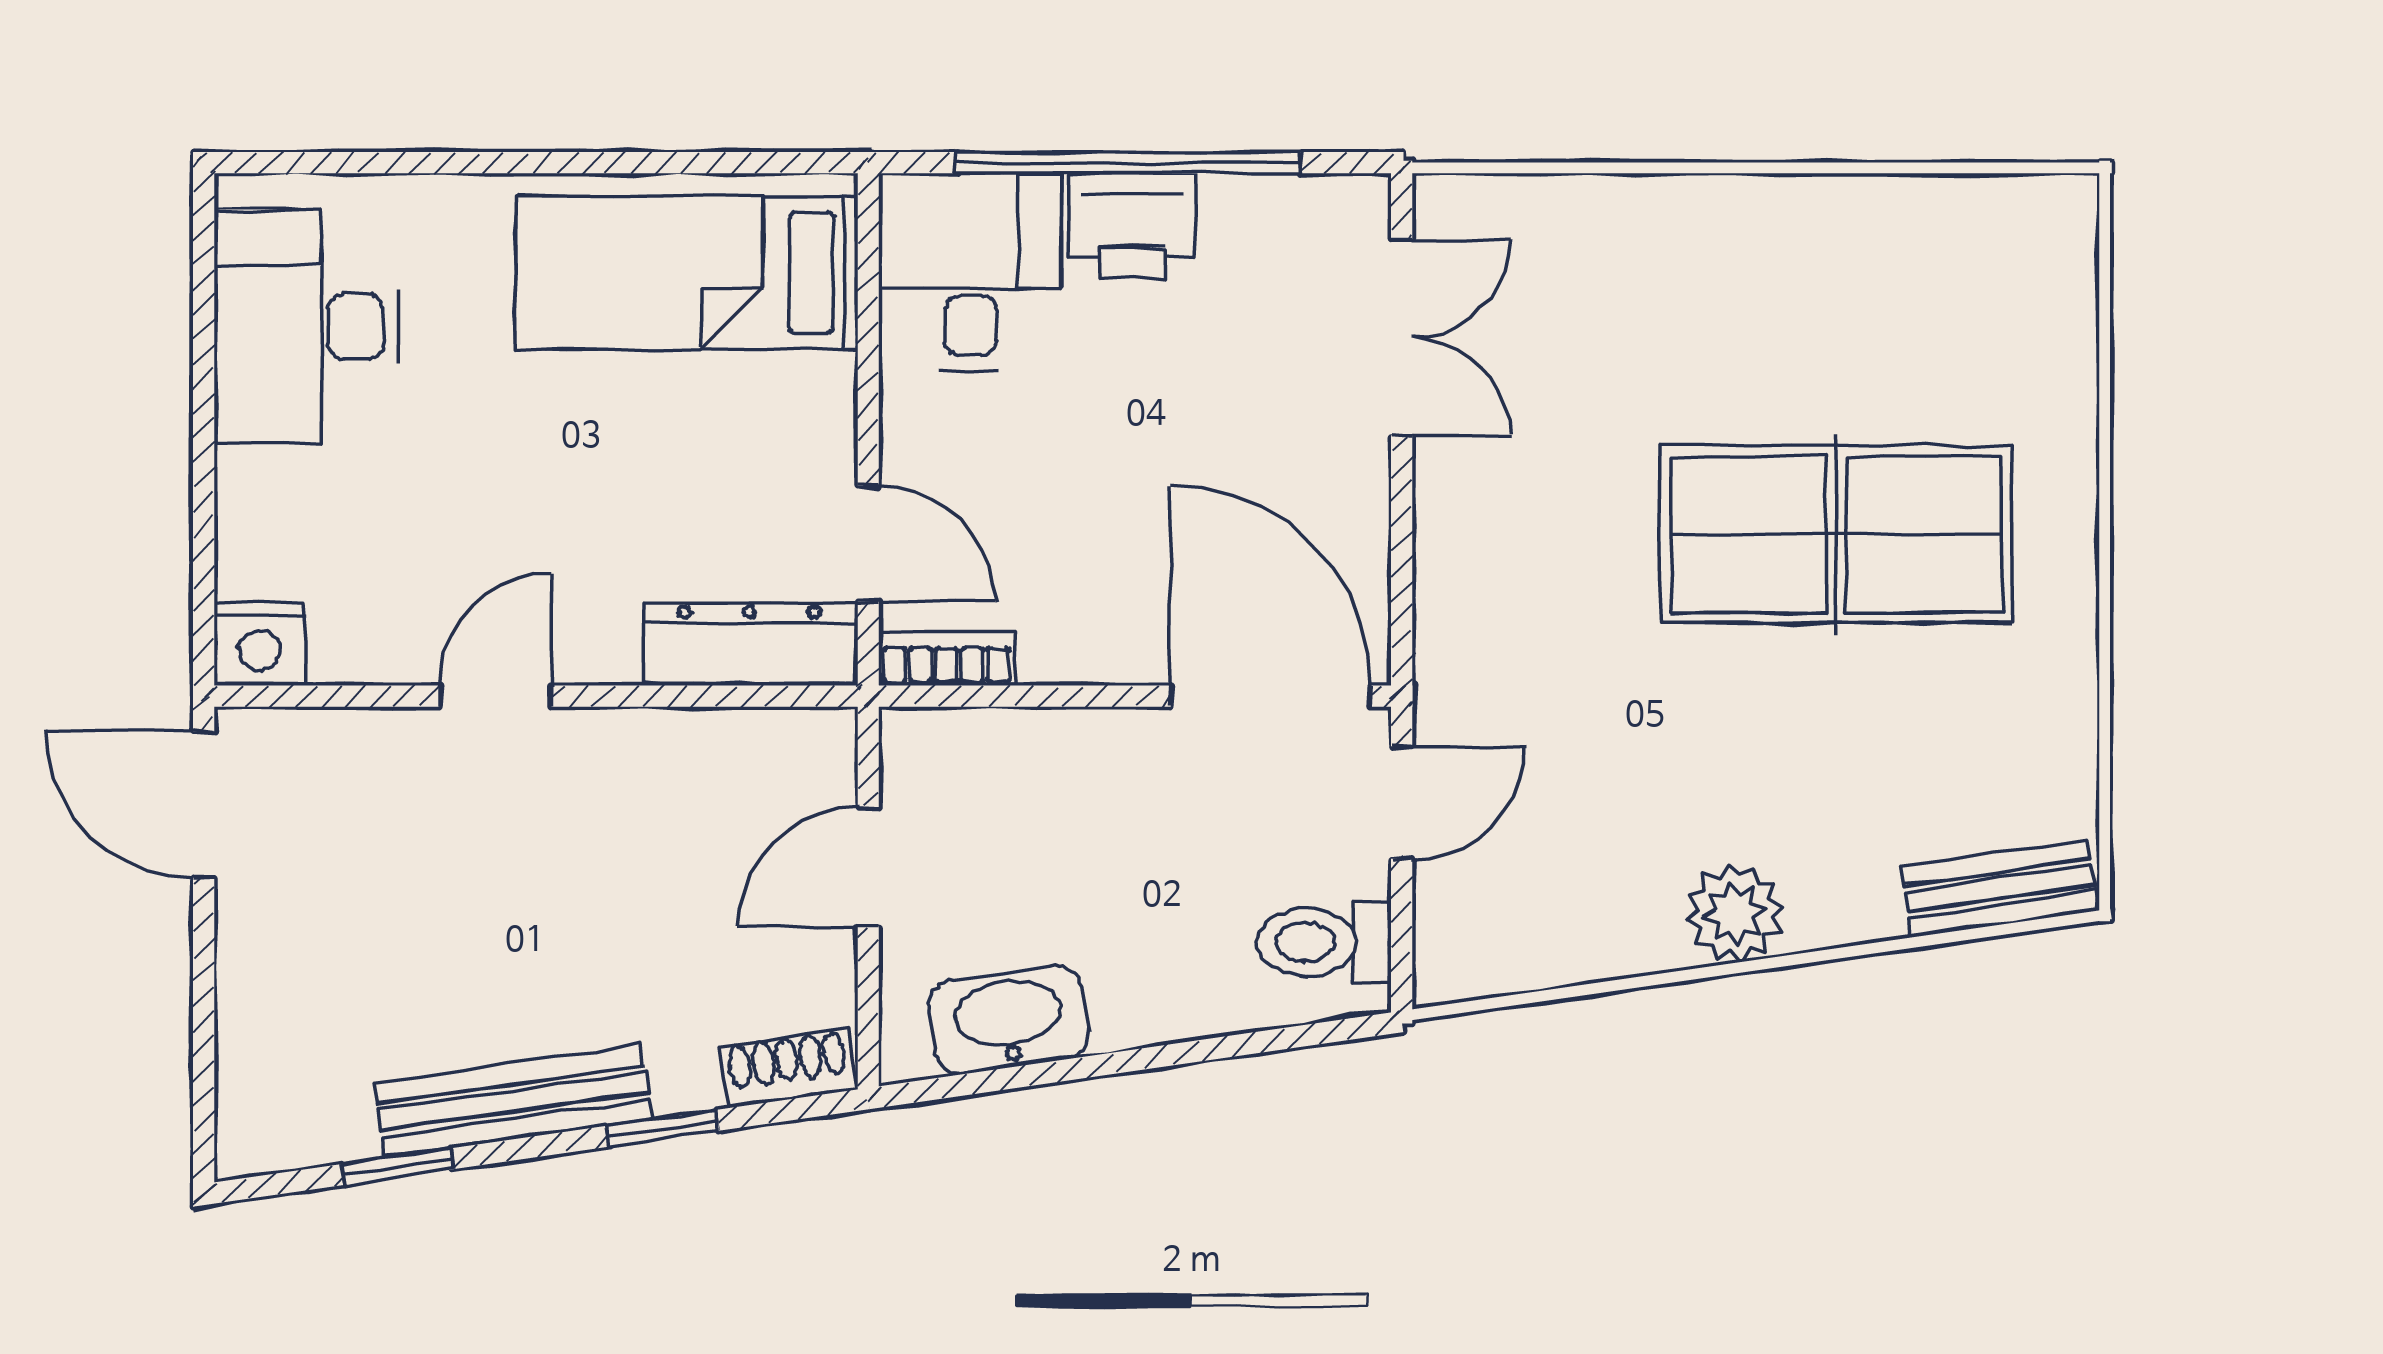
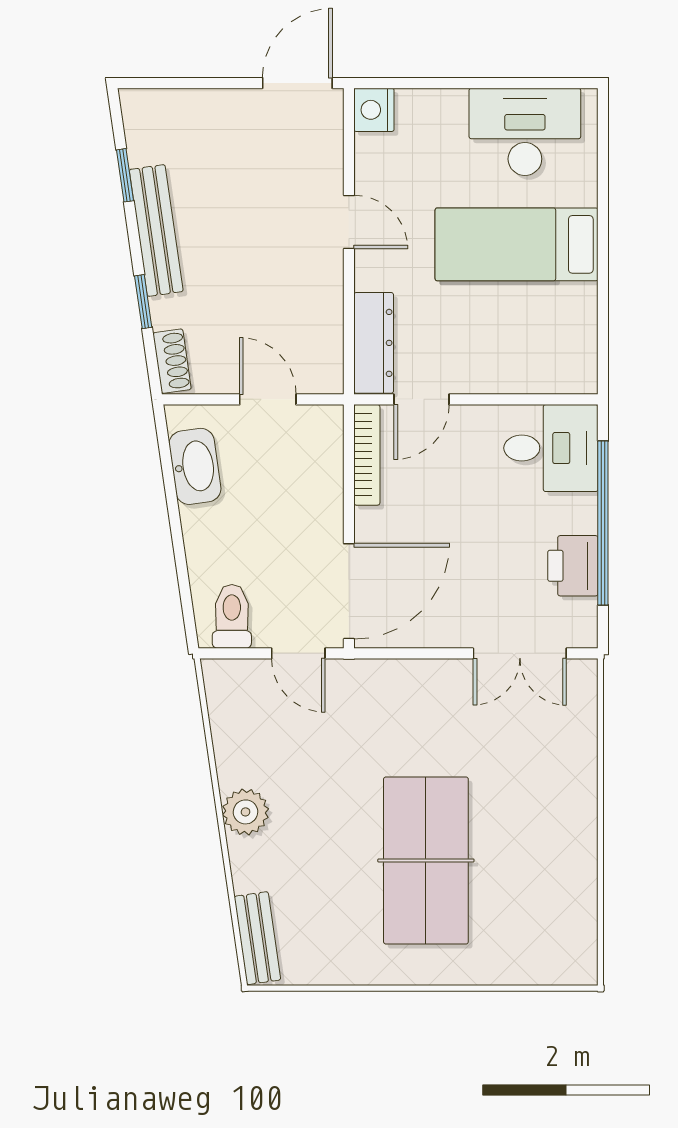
printer: (1132, 226) -> (573, 566), moved
bed: (687, 272) -> (517, 244), moved, turned -90
bookcase: (946, 659) -> (367, 455), width x1.56

